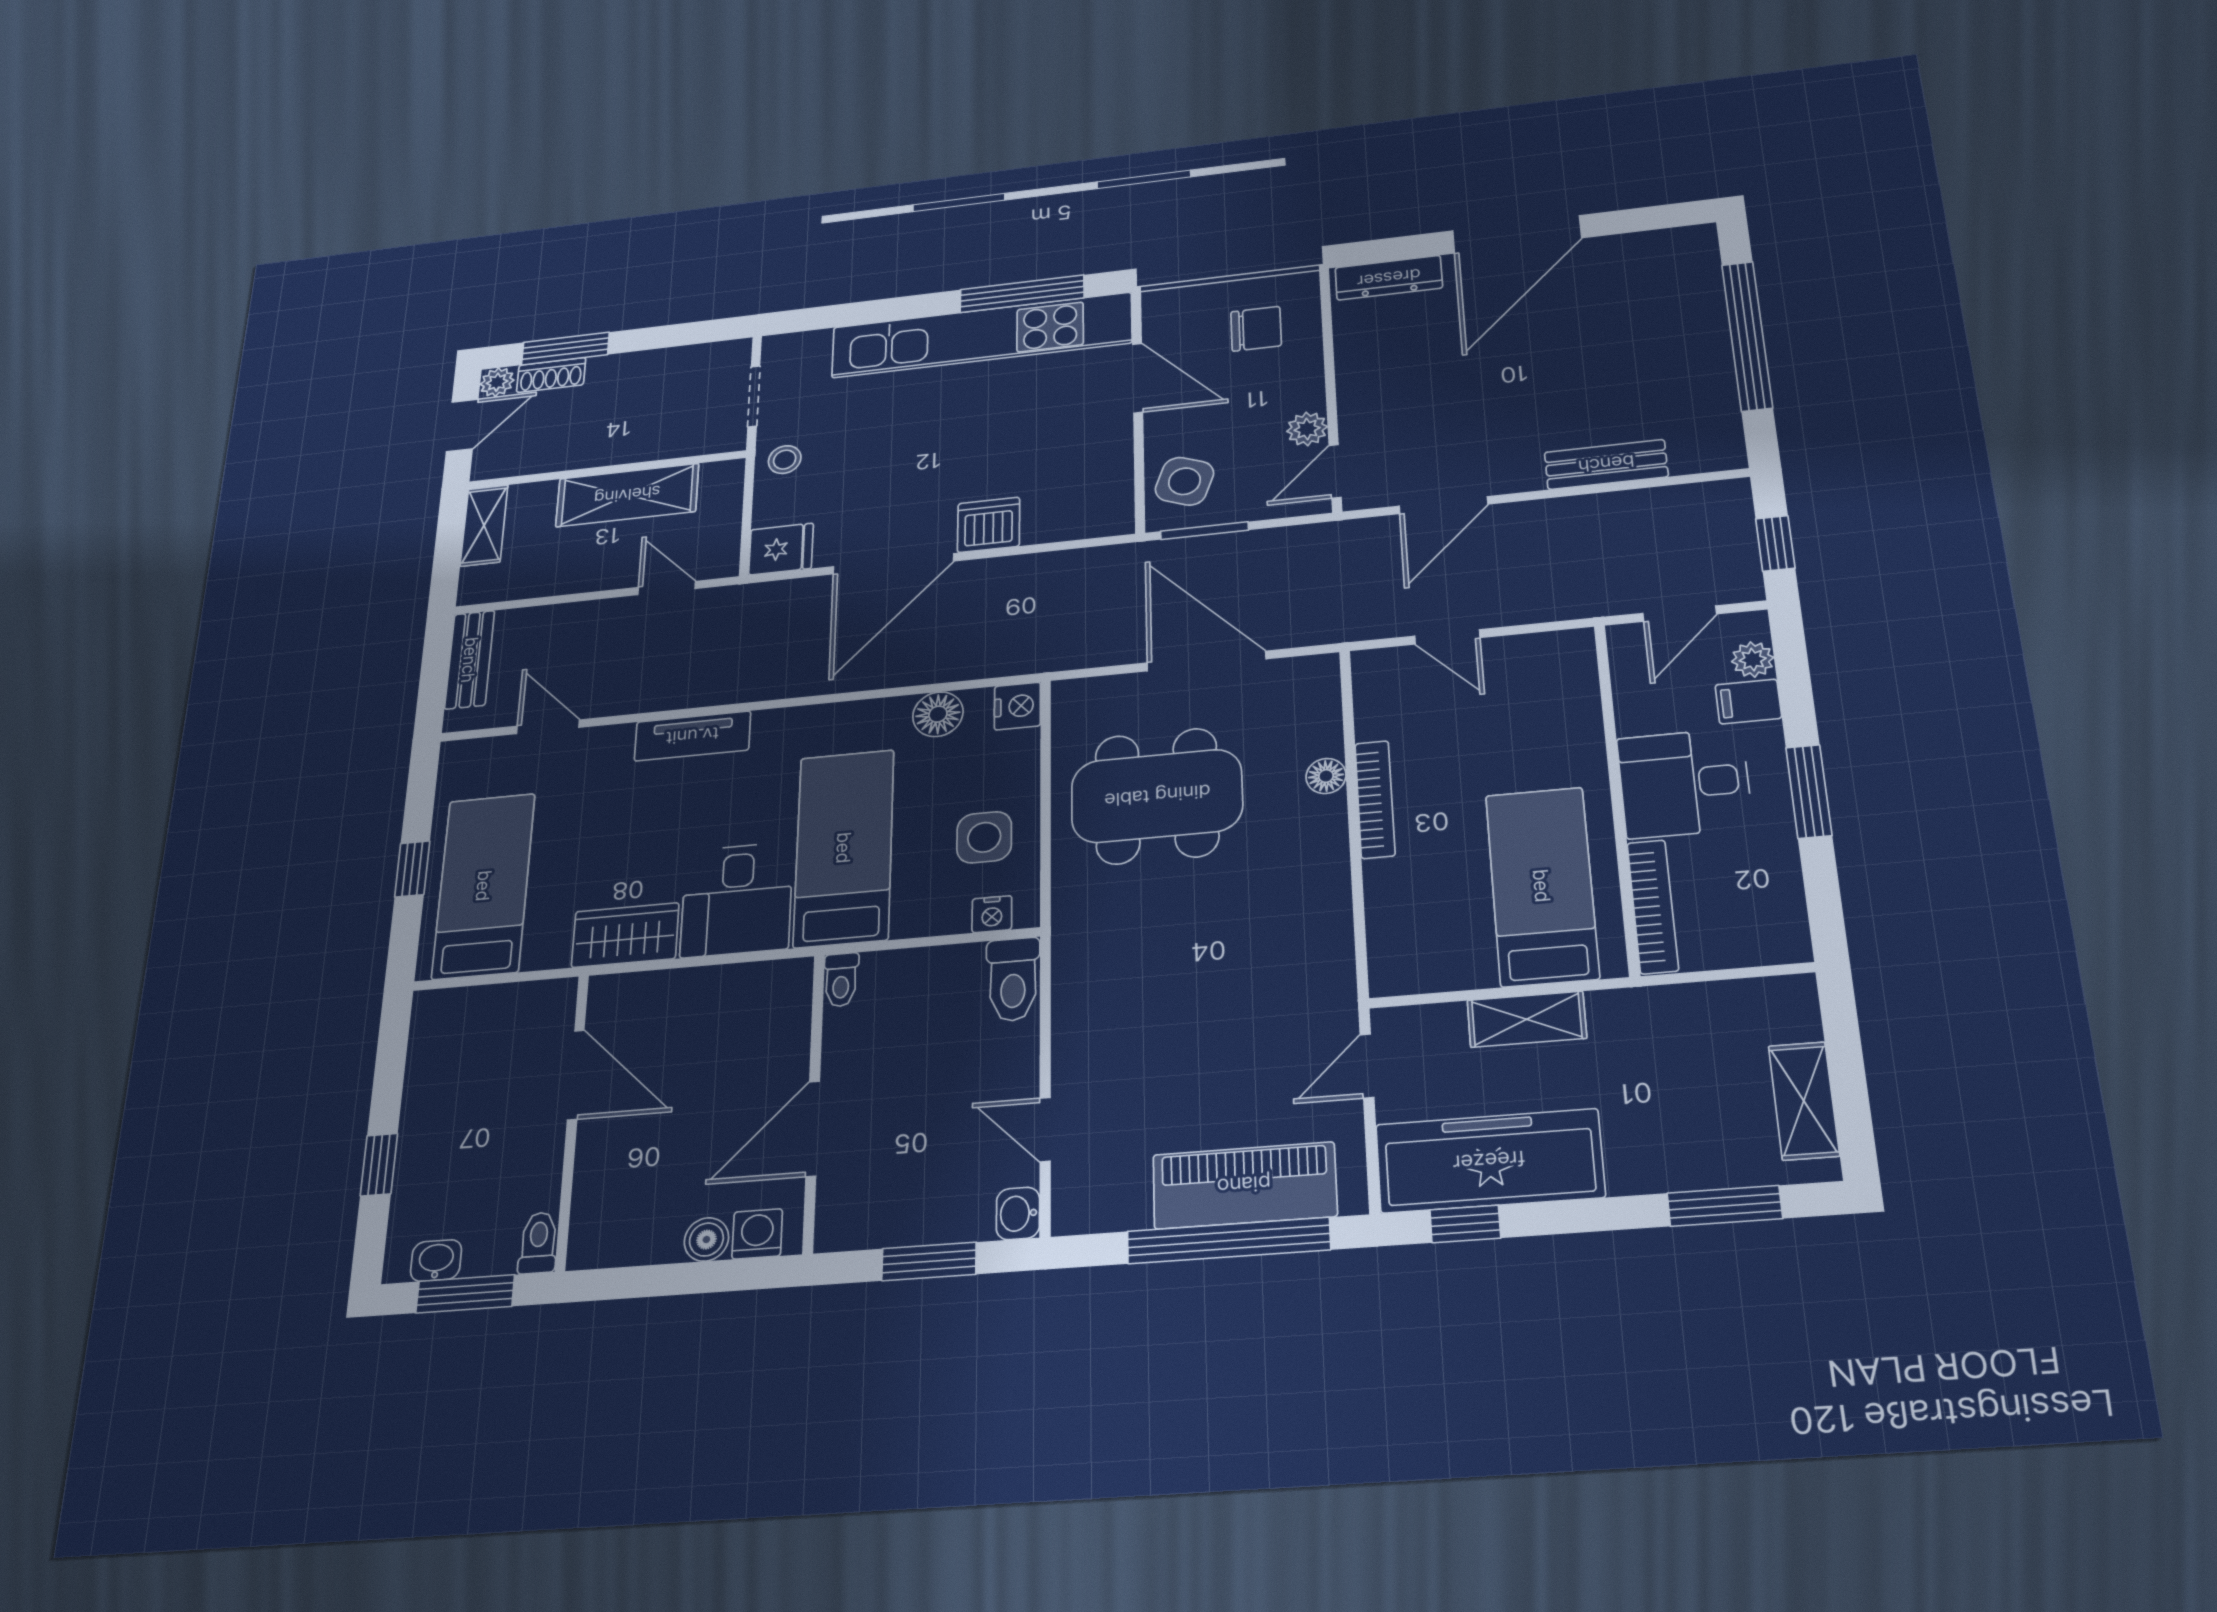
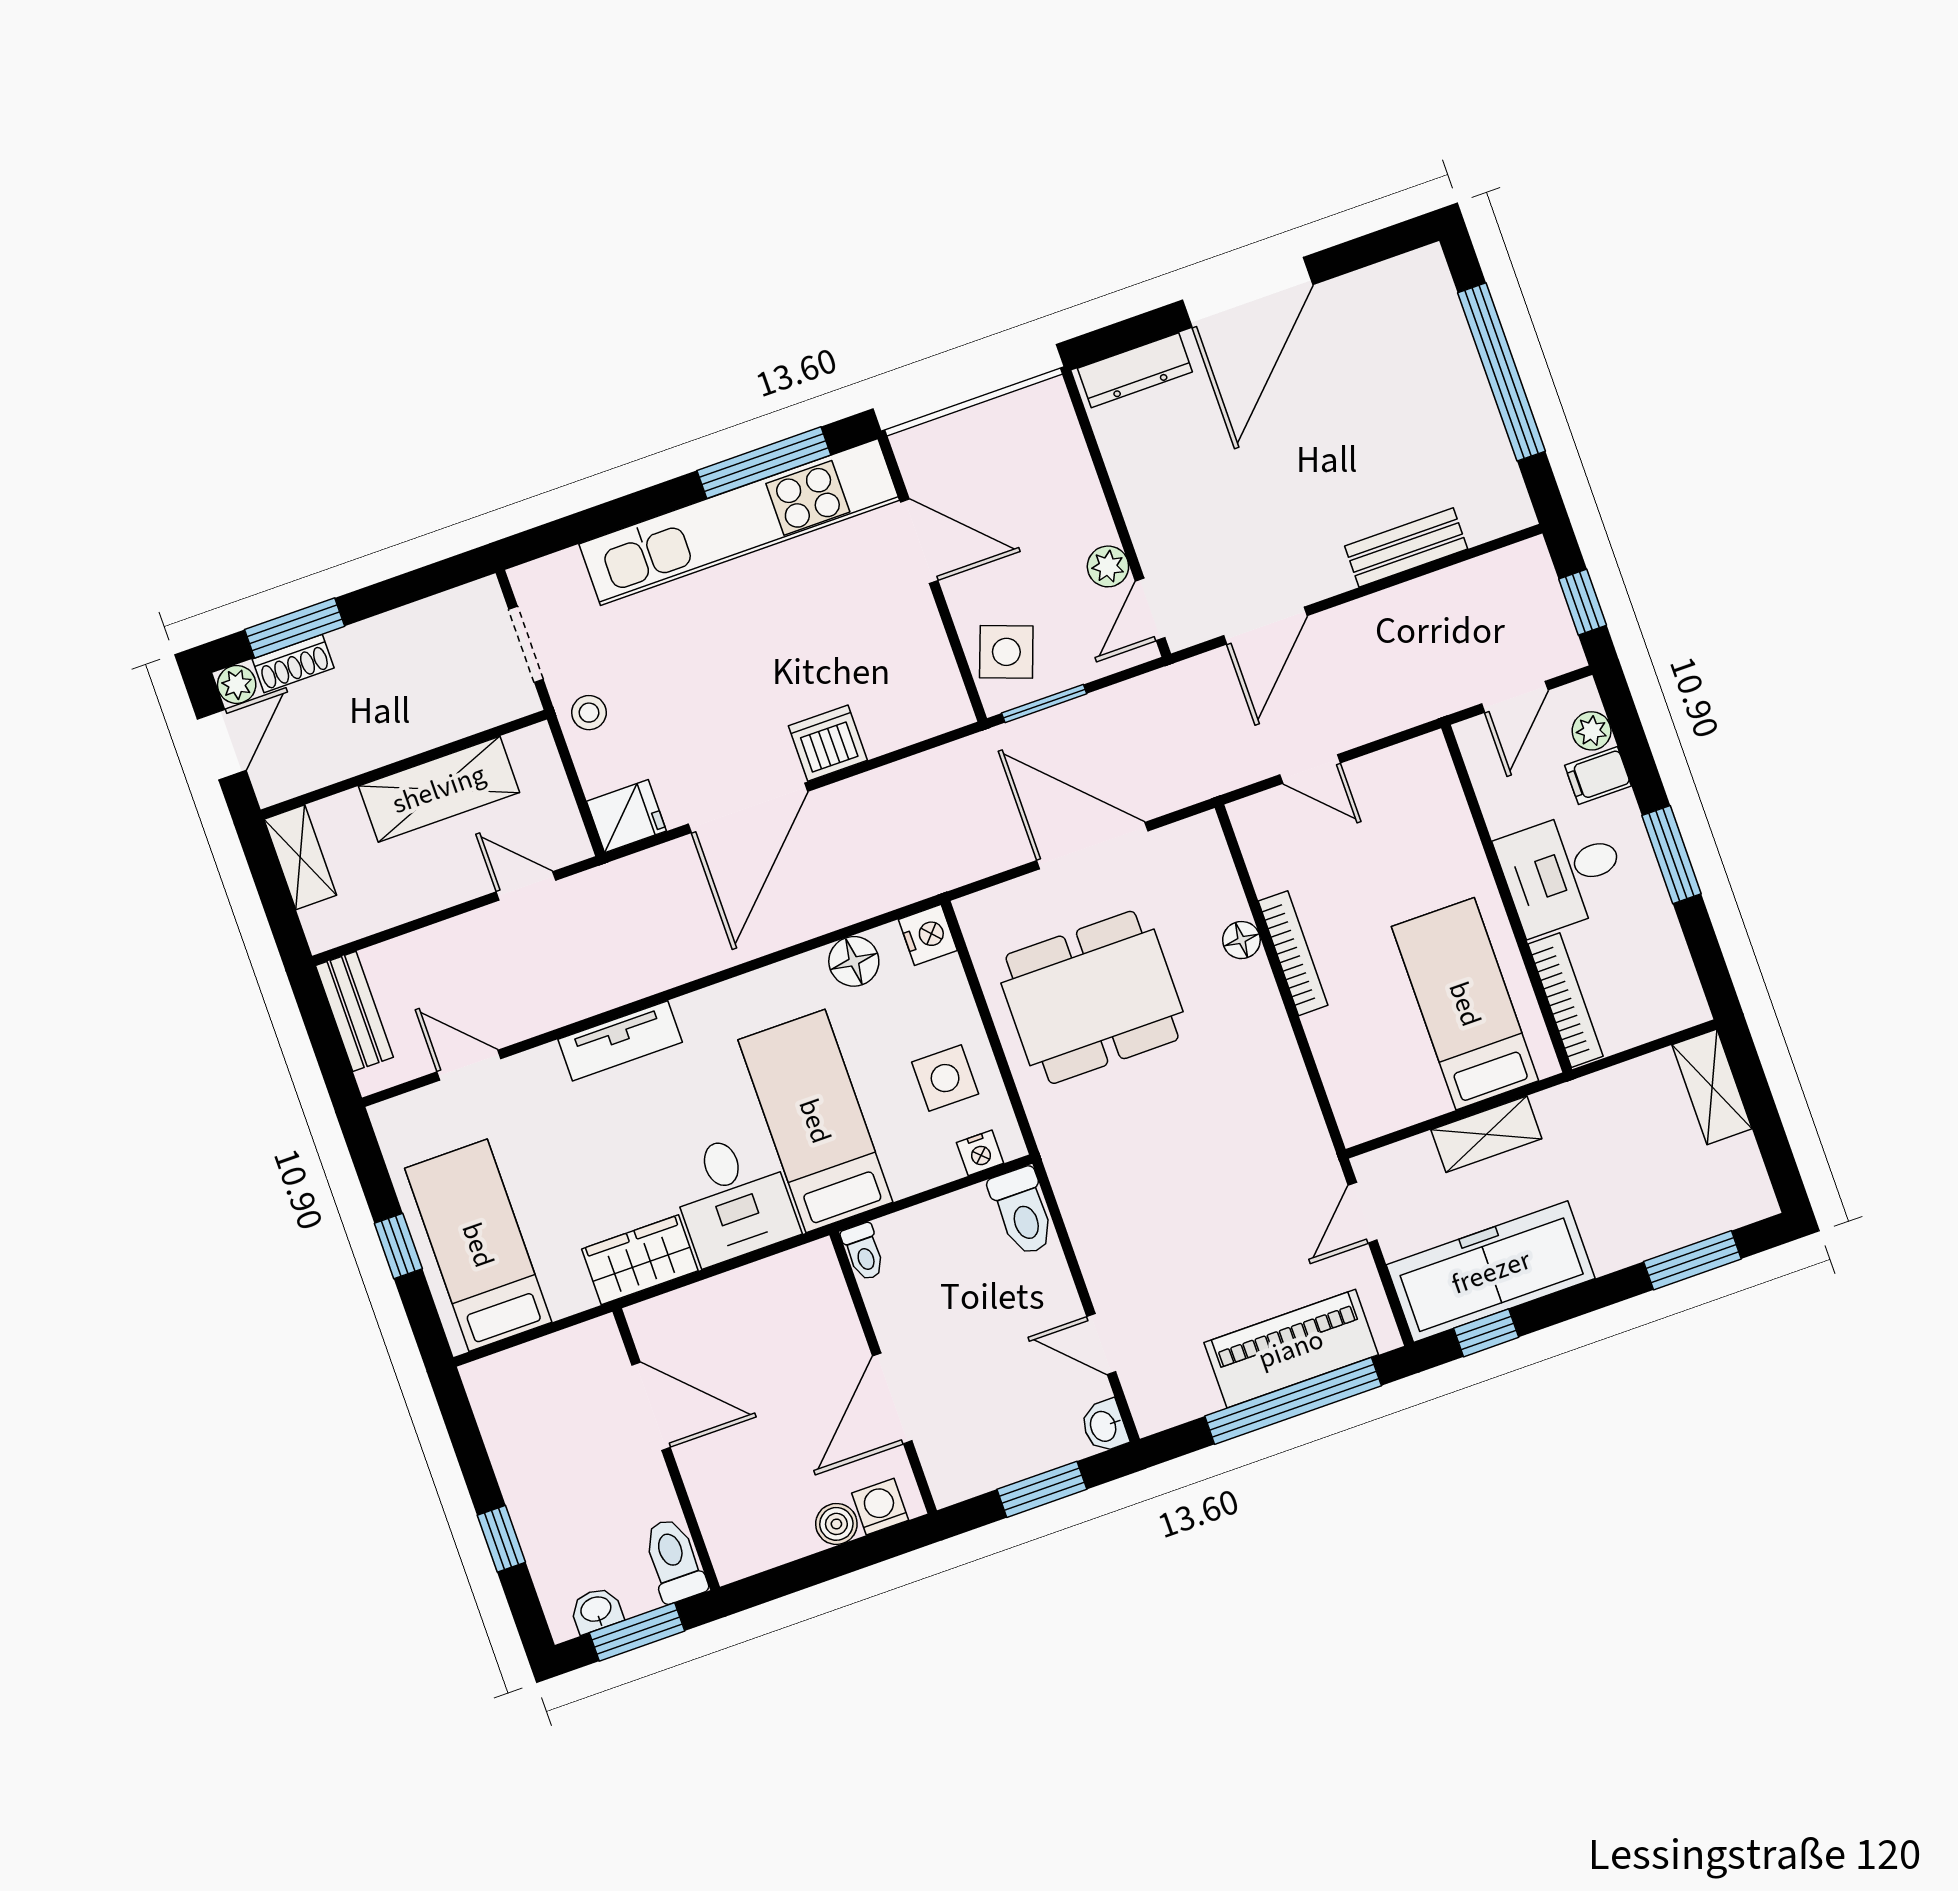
chair: (1256, 329) -> (1020, 458), removed
shelving: (1804, 1101) -> (1712, 1087), moved
toilet: (538, 1243) -> (674, 1560), width x1.37, depth x1.39

